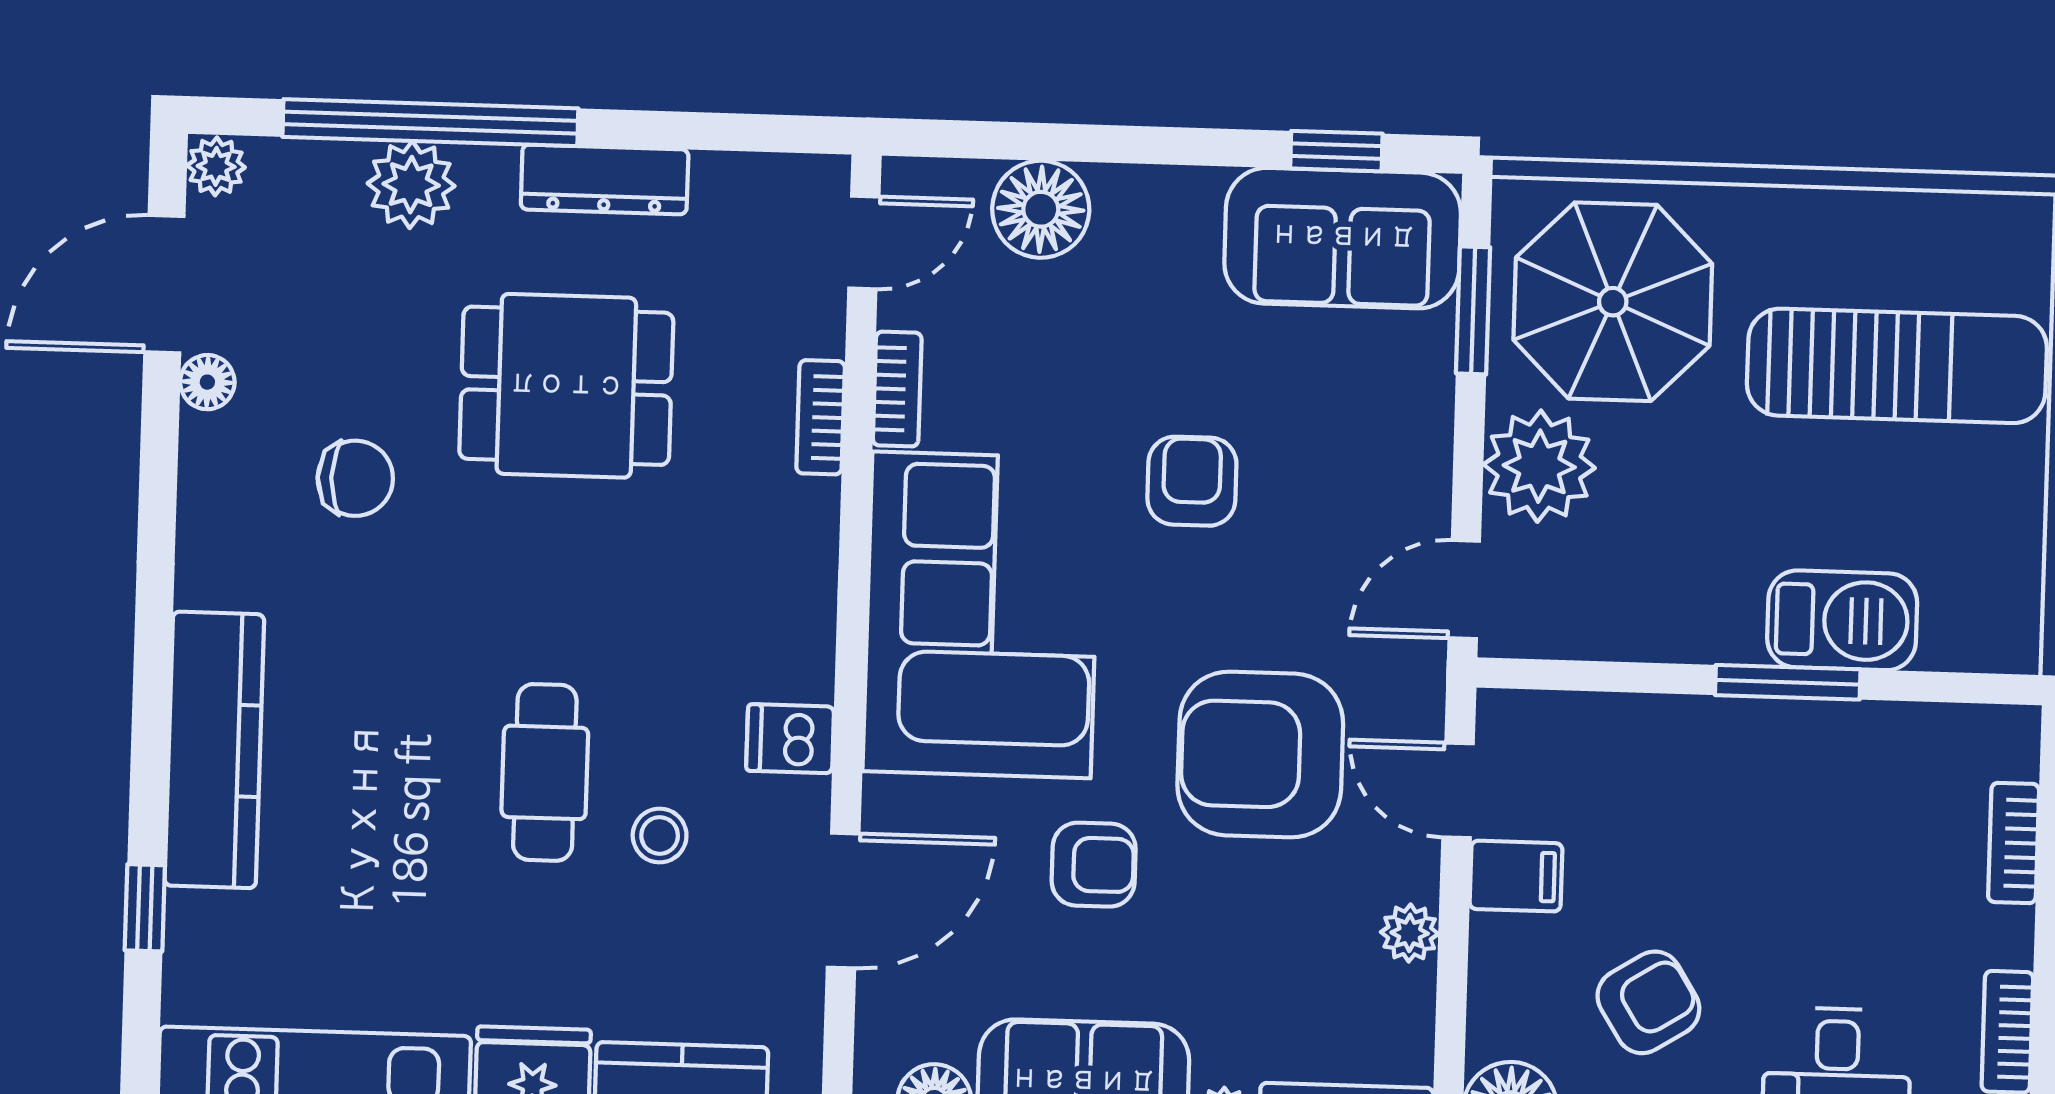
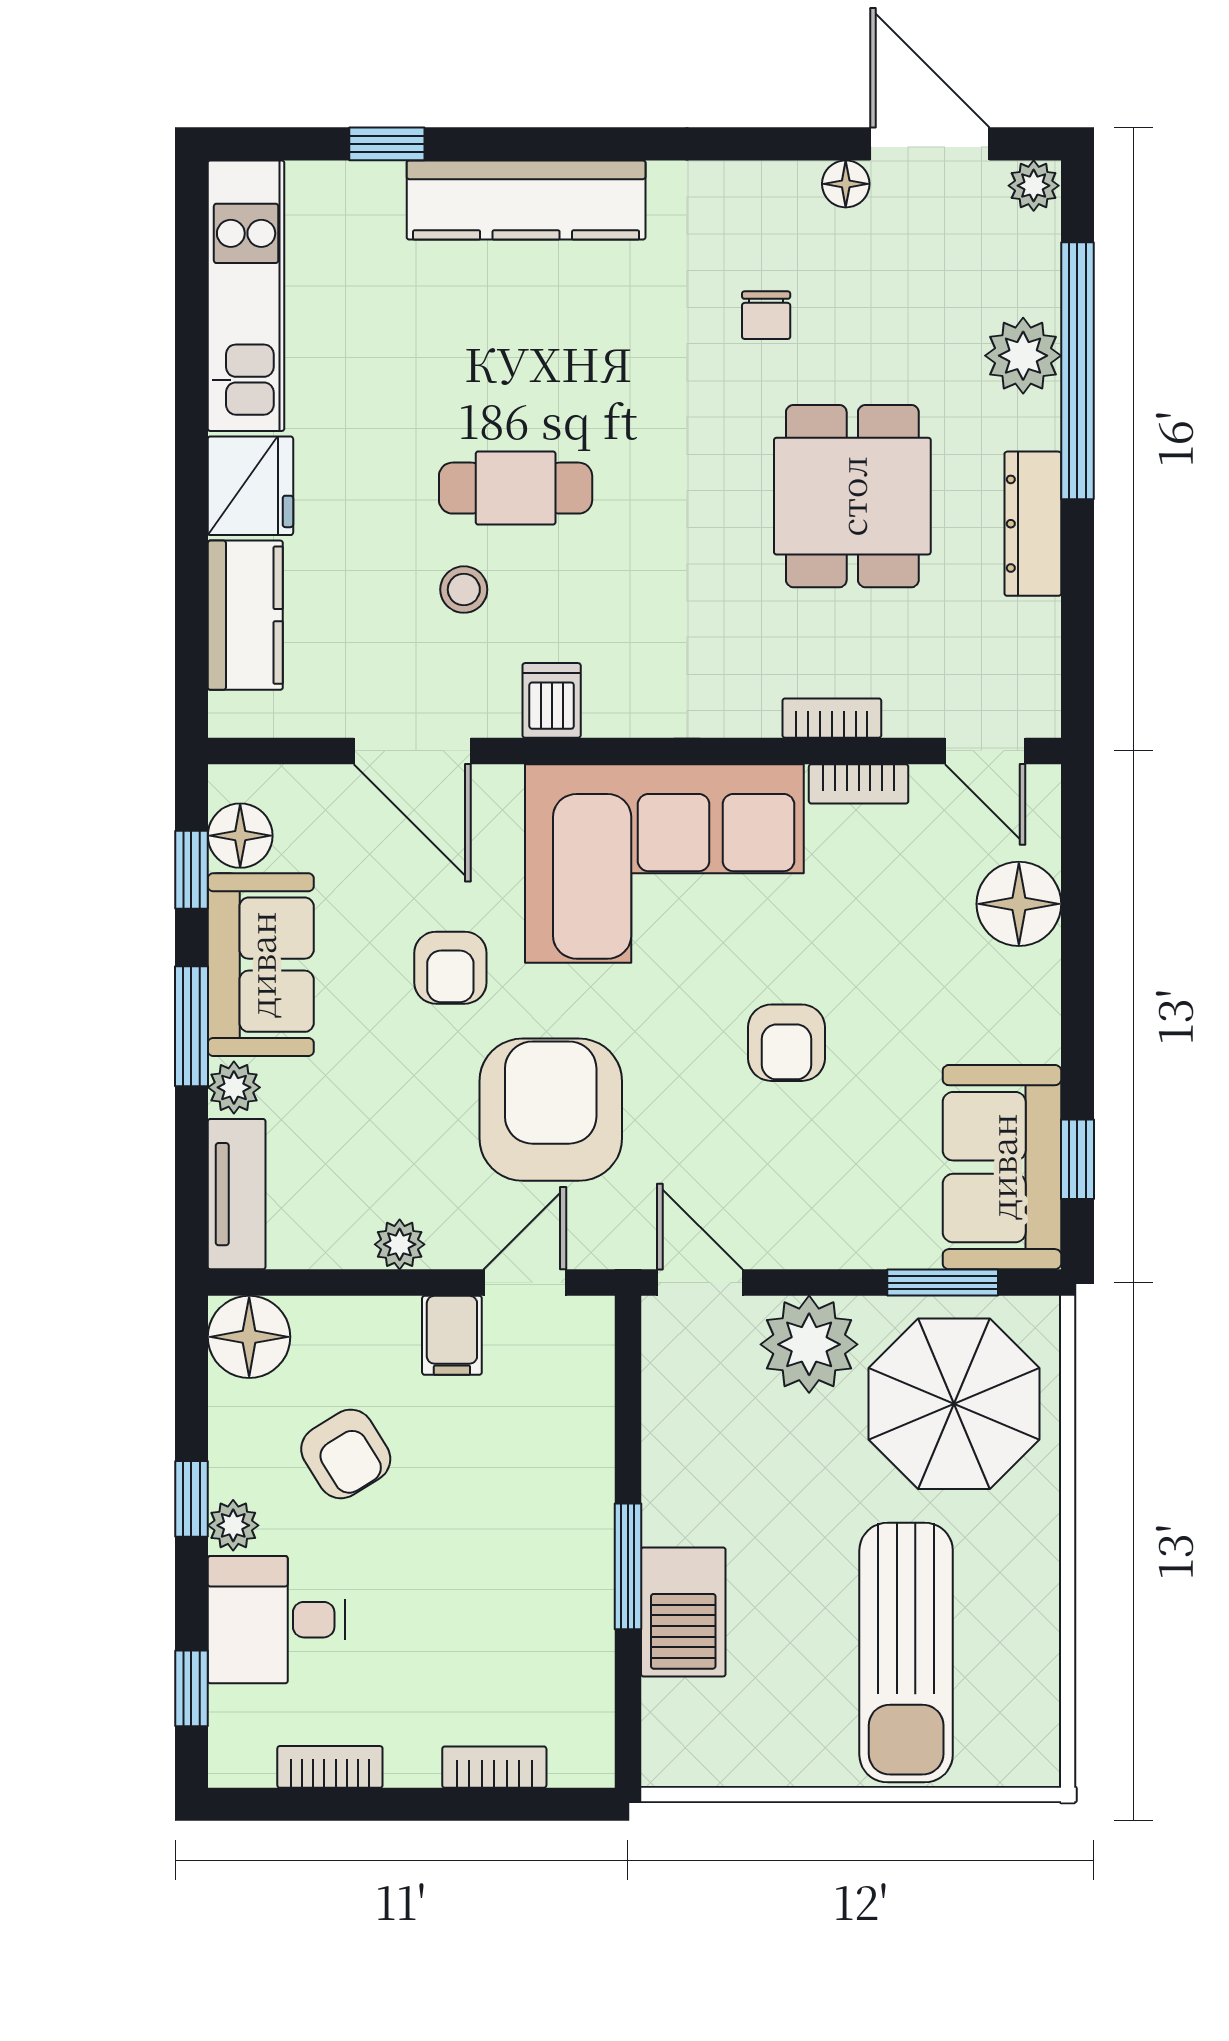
chair: (355, 478) -> (766, 315), width x0.73, depth x0.73
armchair: (1192, 481) -> (786, 1043), turned 90

